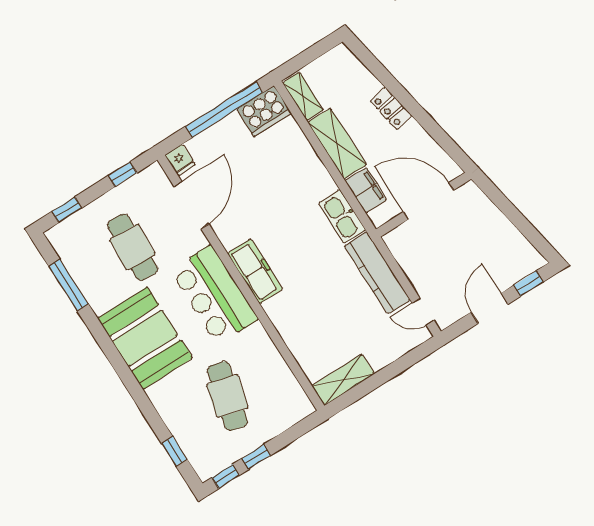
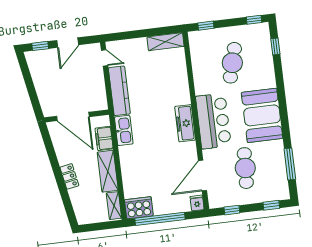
window: (256, 457) -> (206, 26), moved

